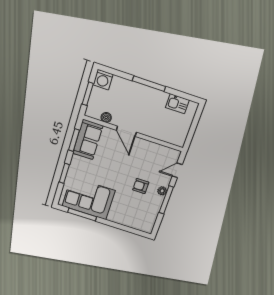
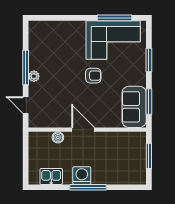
washing machine: (103, 80) -> (82, 176), moved
boiler: (106, 117) -> (58, 137), moved
door: (126, 131) -> (83, 130), moved
door: (177, 170) -> (26, 105), swing flipped
armchair: (141, 186) -> (93, 76), moved

